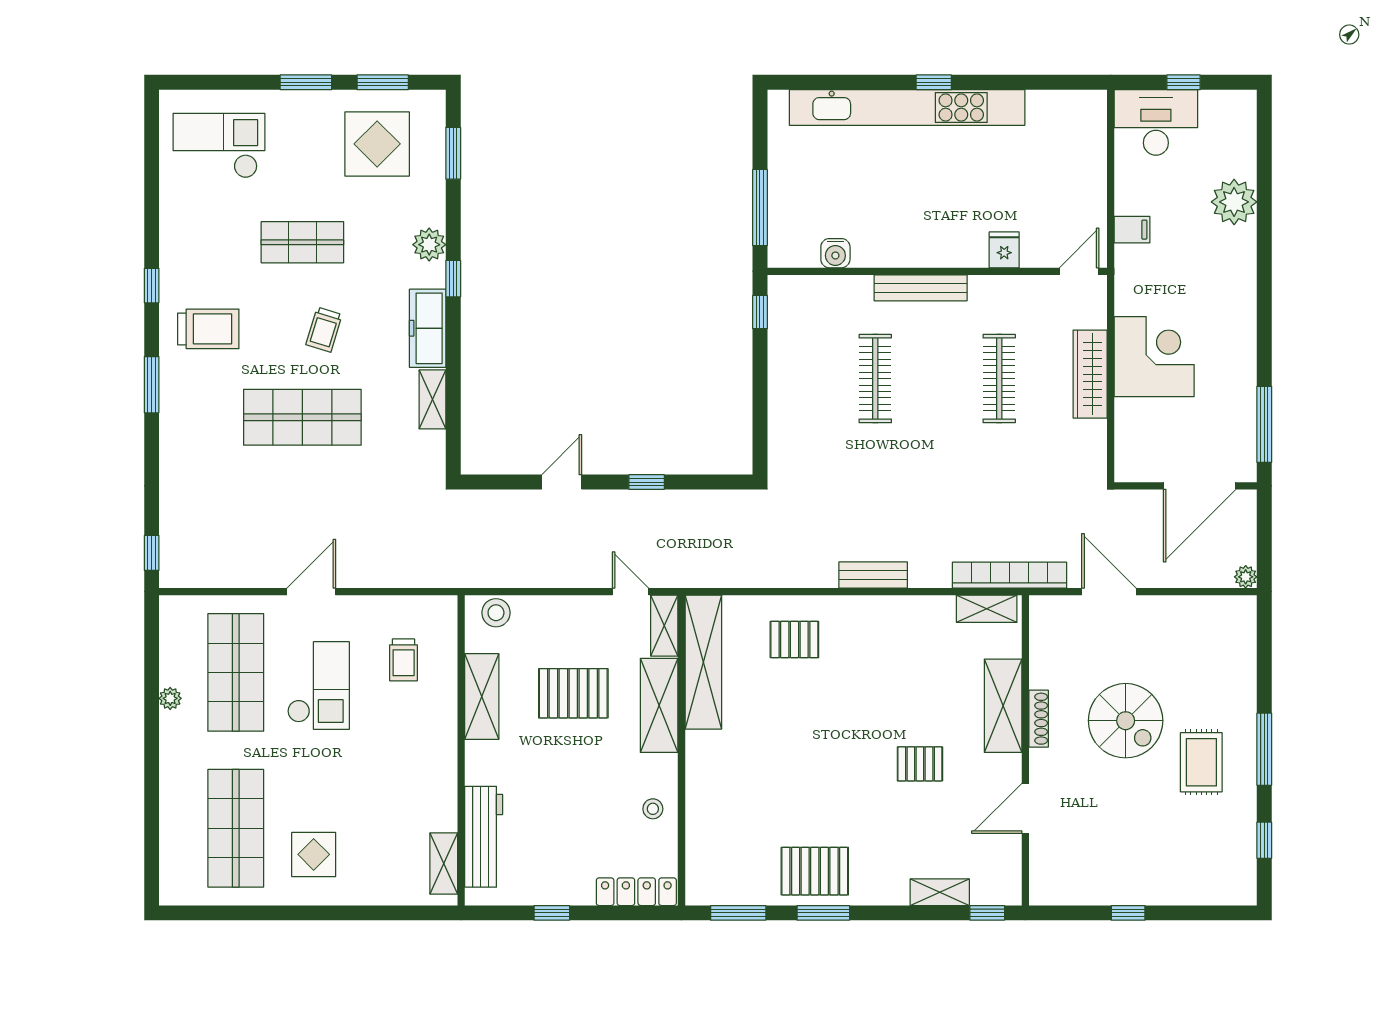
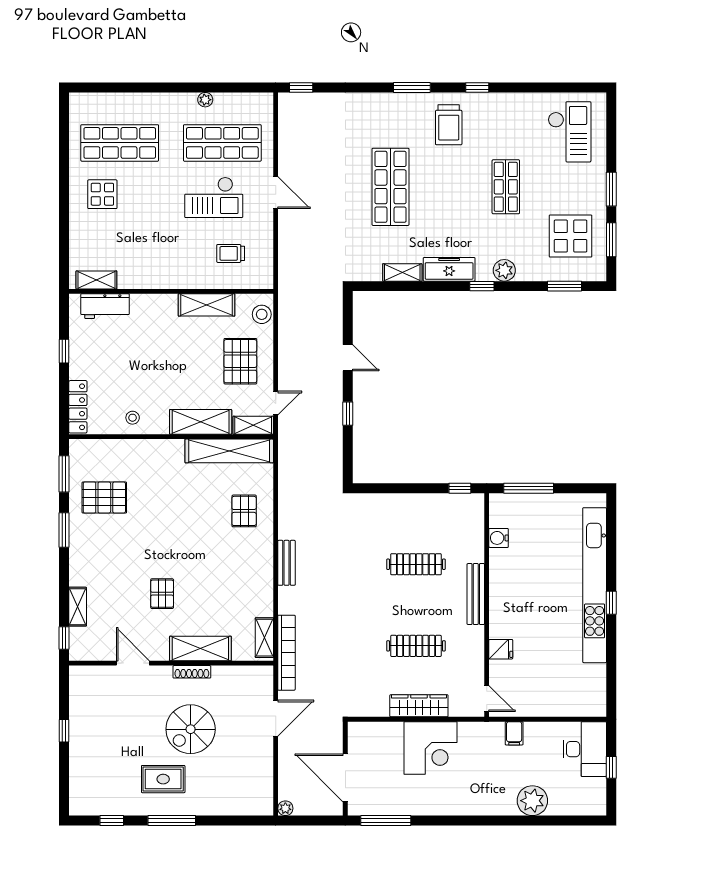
trolley: (324, 330) -> (448, 201), removed
pallet: (573, 693) -> (240, 361), moved
workbench: (484, 837) -> (105, 306), width x0.73
pallet: (815, 871) -> (104, 498), moved, turned 90

